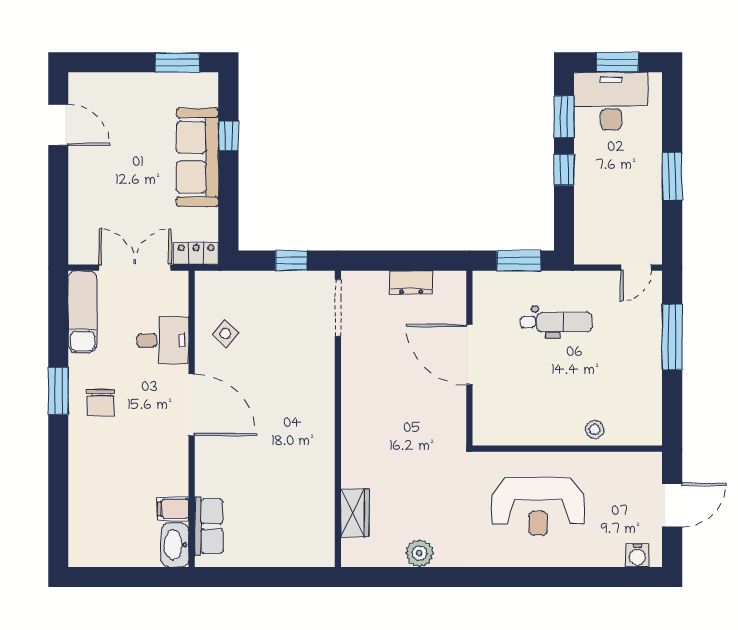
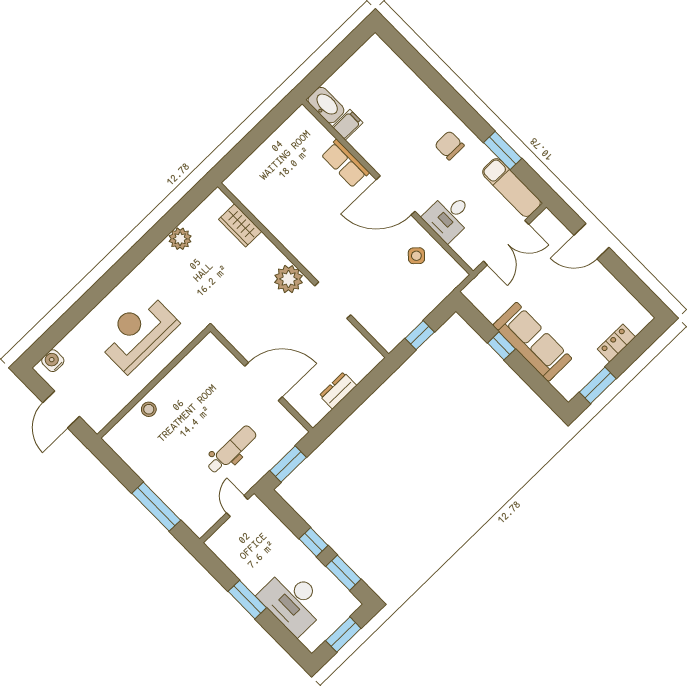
desk: (611, 101) -> (293, 601), moved, turned 90
door: (58, 125) -> (591, 241), moved
window: (228, 136) -> (501, 346), moved
locker: (196, 253) -> (616, 343), moved, turned 180
door: (636, 268) -> (237, 506), moved
doorway: (338, 308) -> (333, 300), moved
dental chair: (556, 322) -> (232, 450), turned 180
window: (58, 391) -> (503, 150), moved
plant: (359, 424) -> (289, 279), added
row of seats: (209, 526) -> (345, 164), moved

